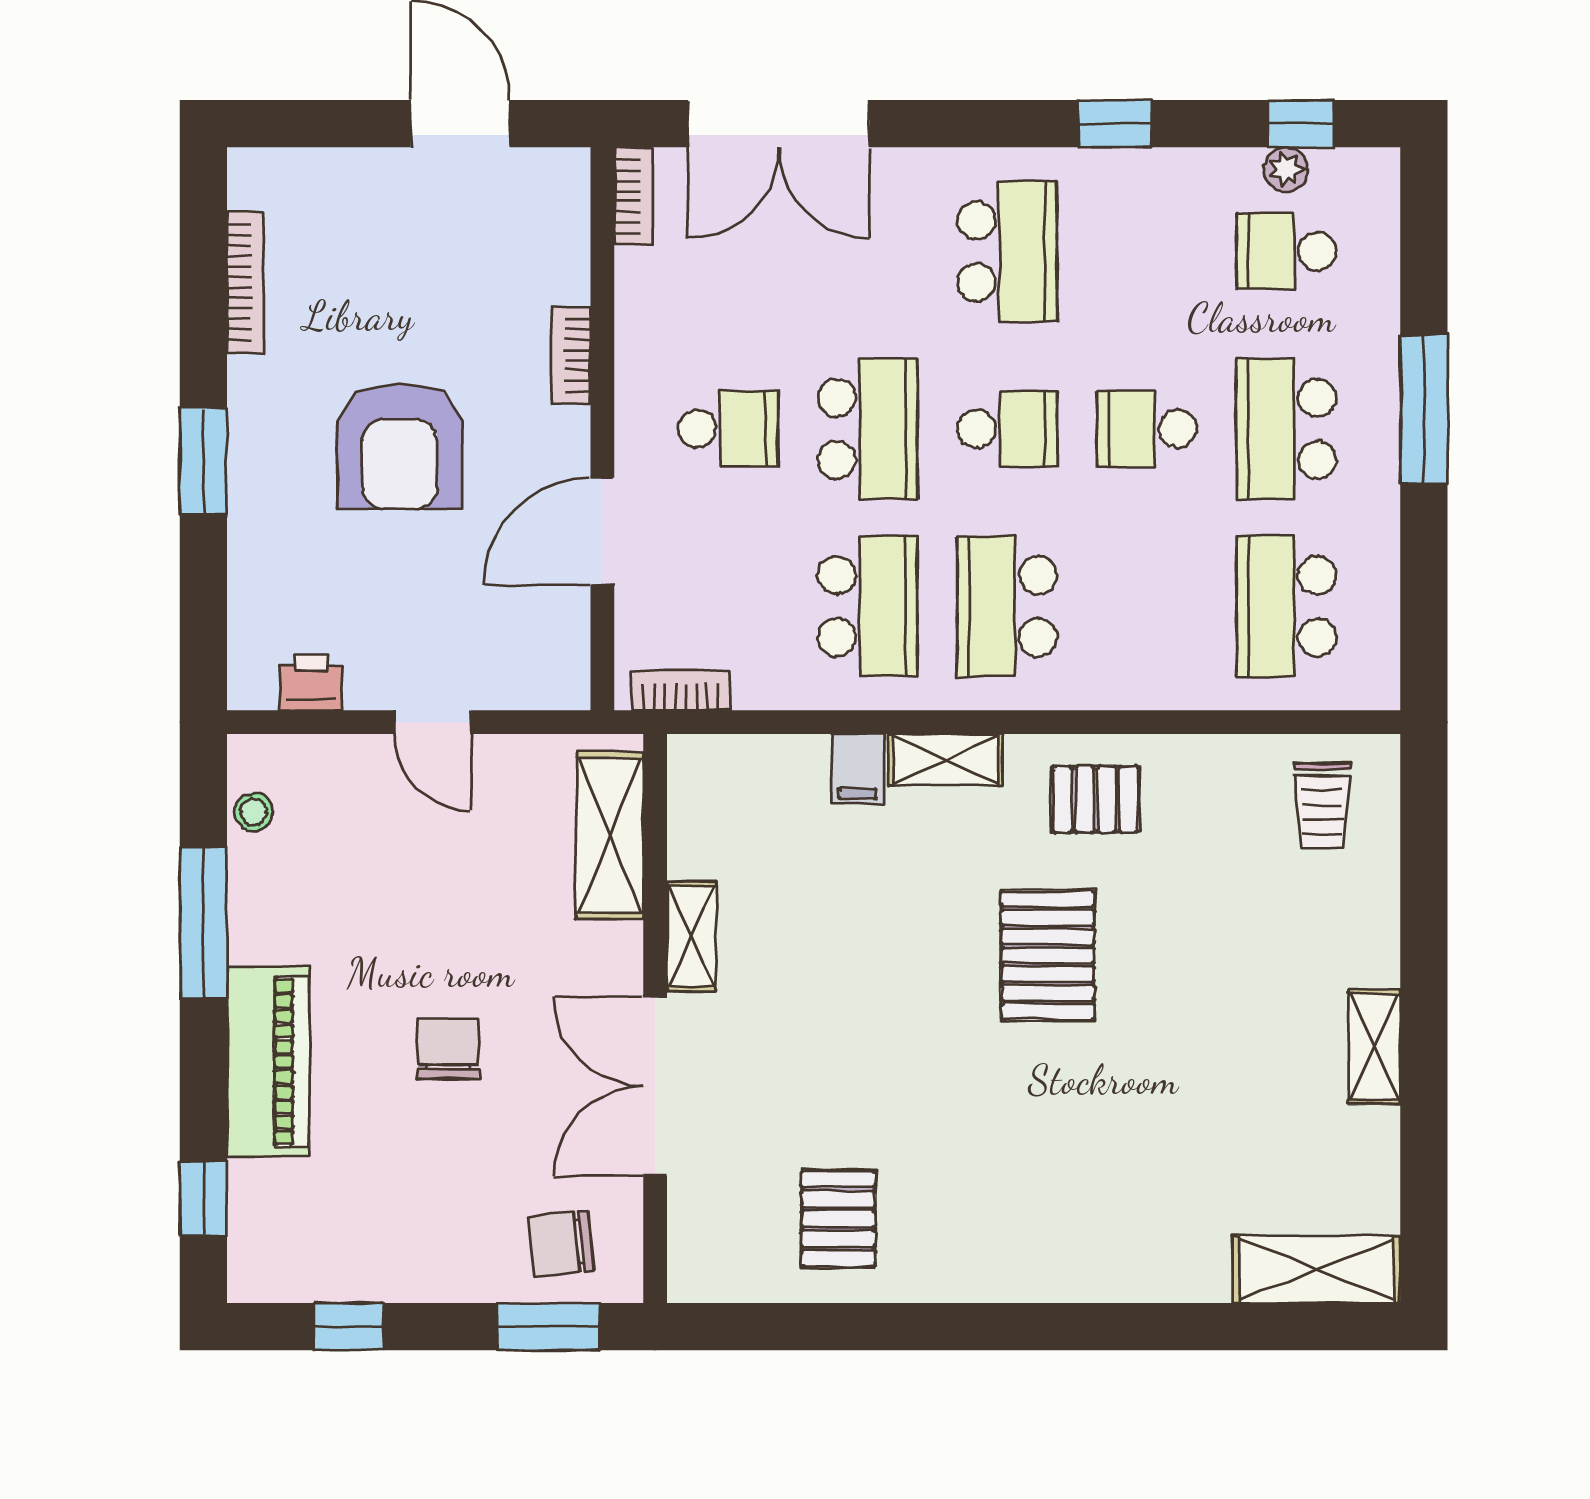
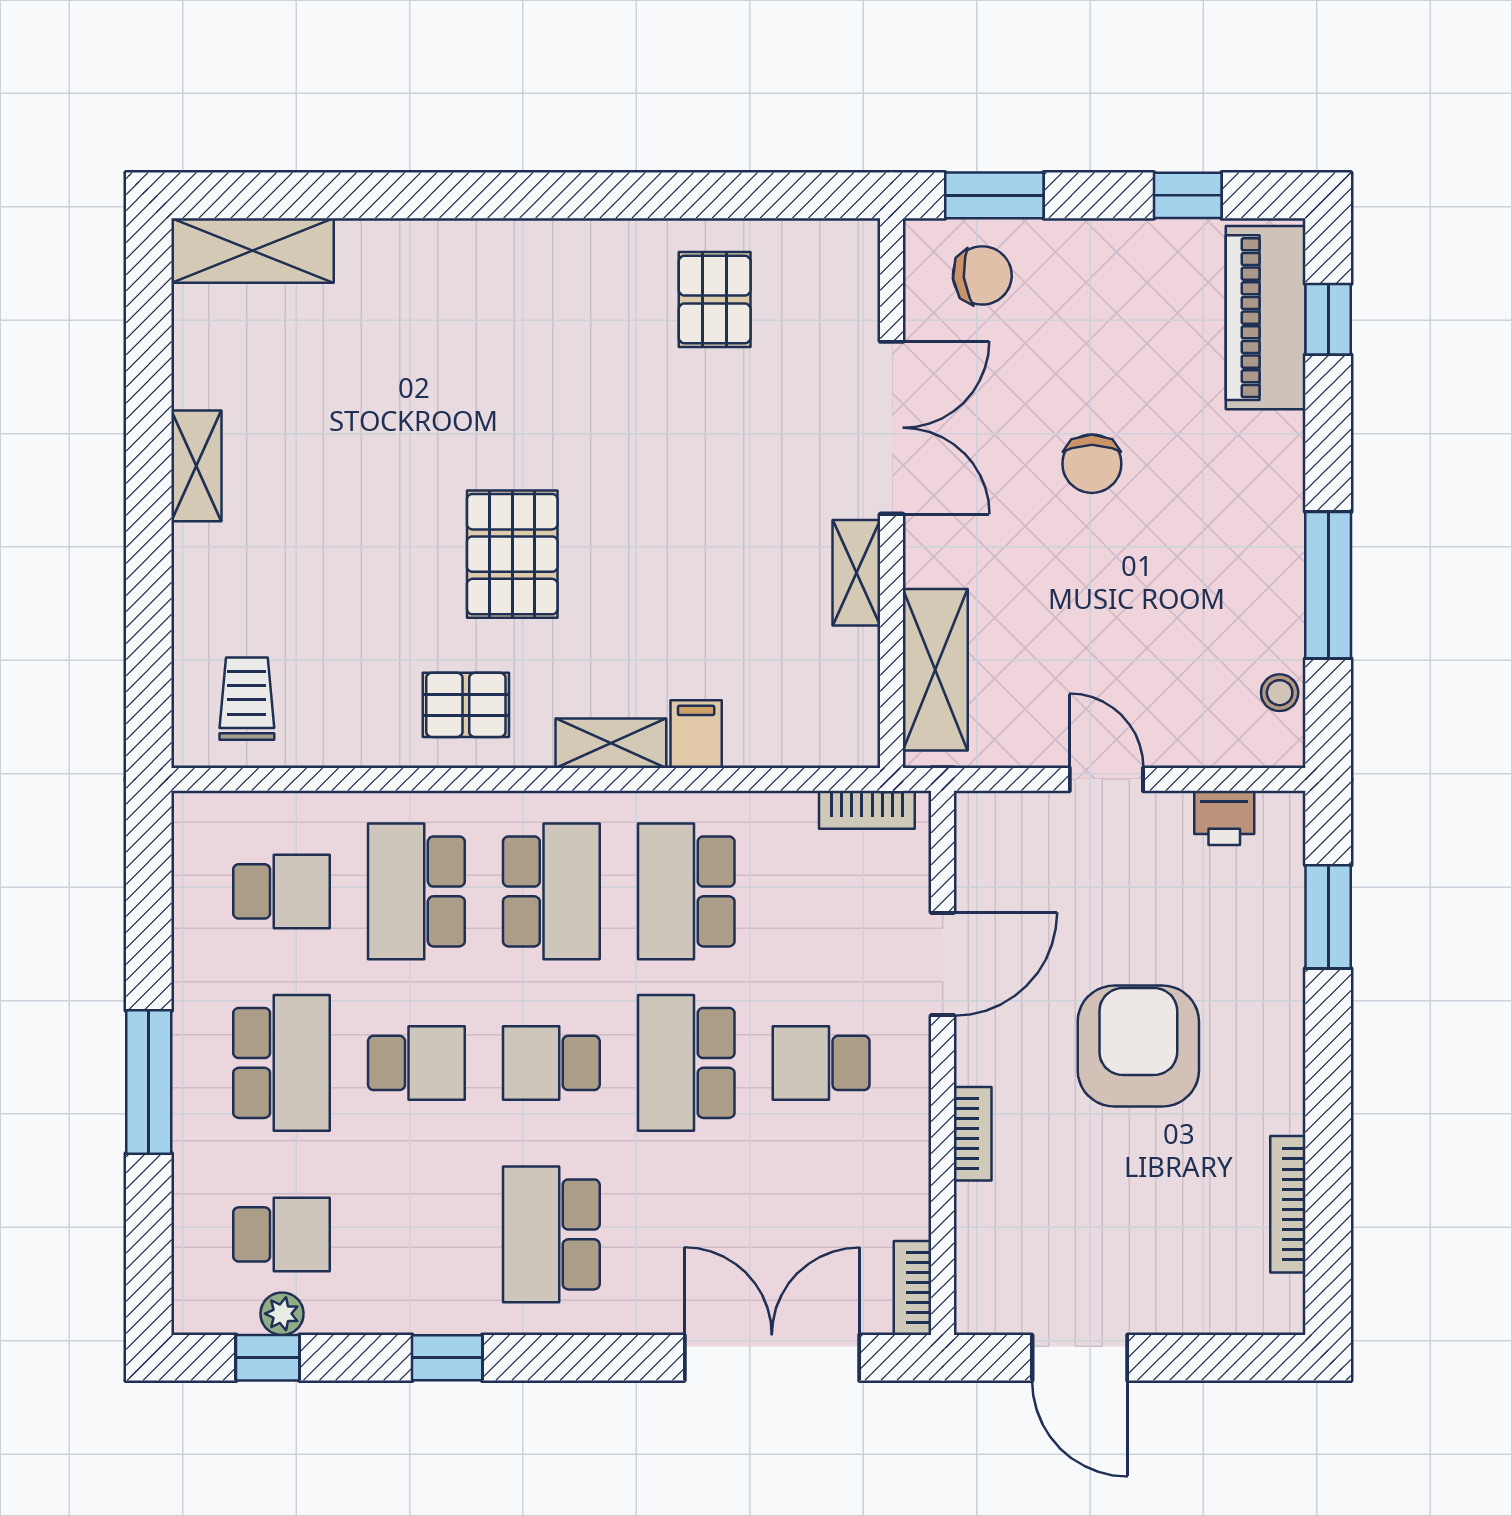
window: (203, 461) -> (1328, 917), moved
school desk: (1147, 606) -> (416, 891), added
school desk: (1286, 606) -> (282, 891), width x0.54
piano: (268, 1062) -> (1266, 318), moved

